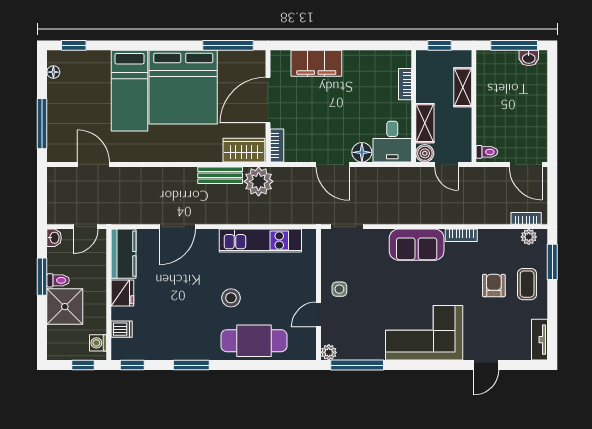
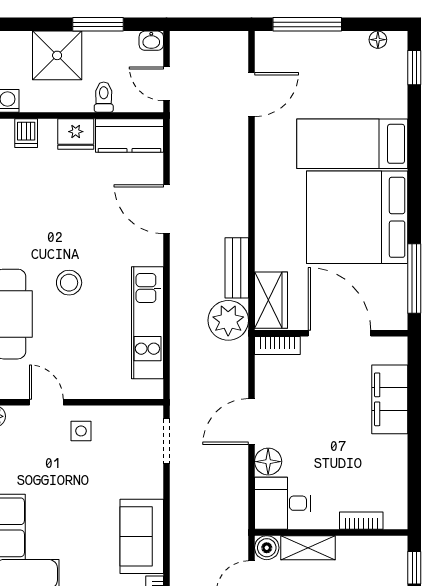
toilet: (58, 280) -> (104, 97), moved, turned 180

